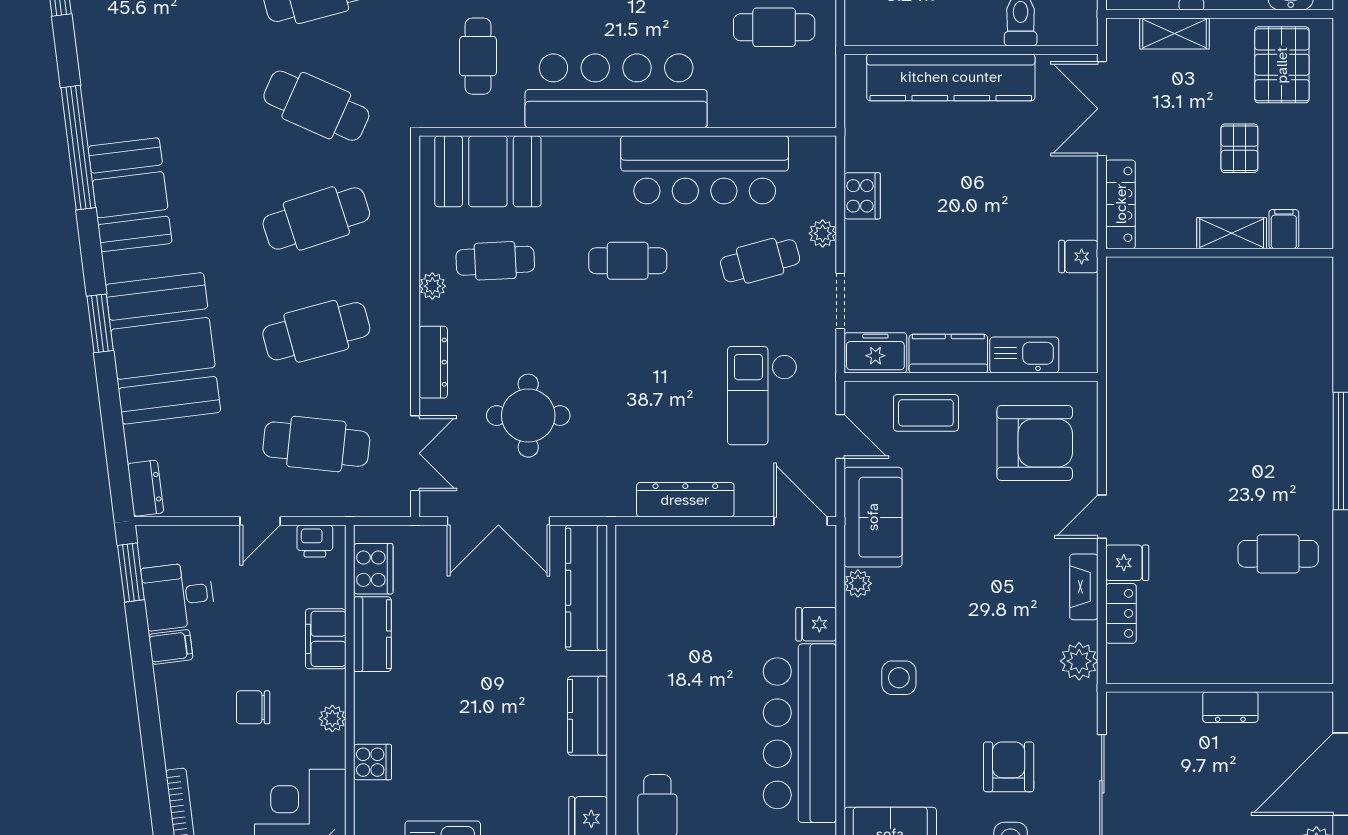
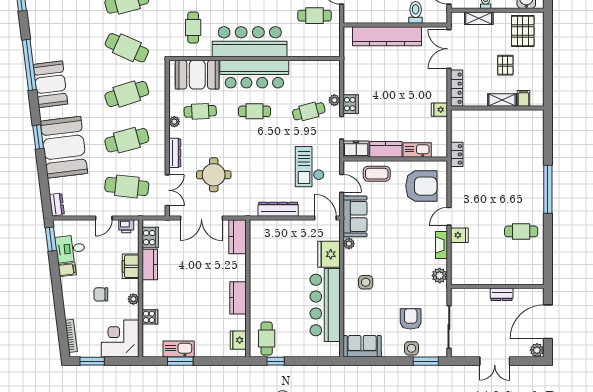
bar counter: (705, 170) -> (254, 74), moved
cooker: (862, 196) -> (351, 104), moved
kitchen counter: (586, 588) -> (238, 237), width x0.67
locker: (1121, 613) -> (457, 154), moved
fridge: (816, 624) -> (329, 254), width x1.88, depth x1.34

